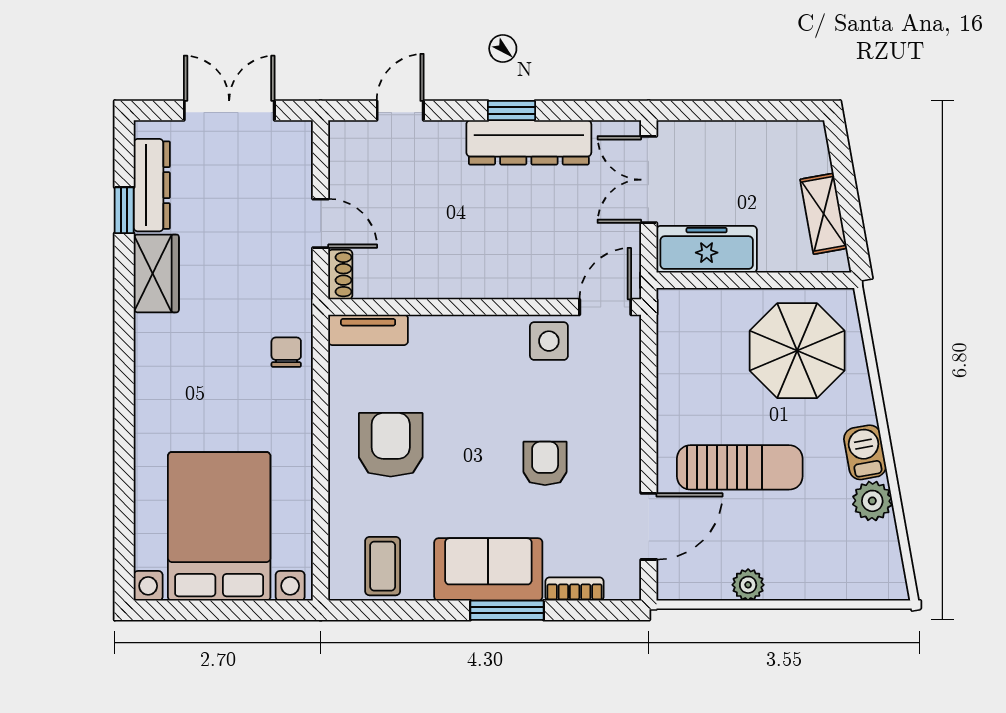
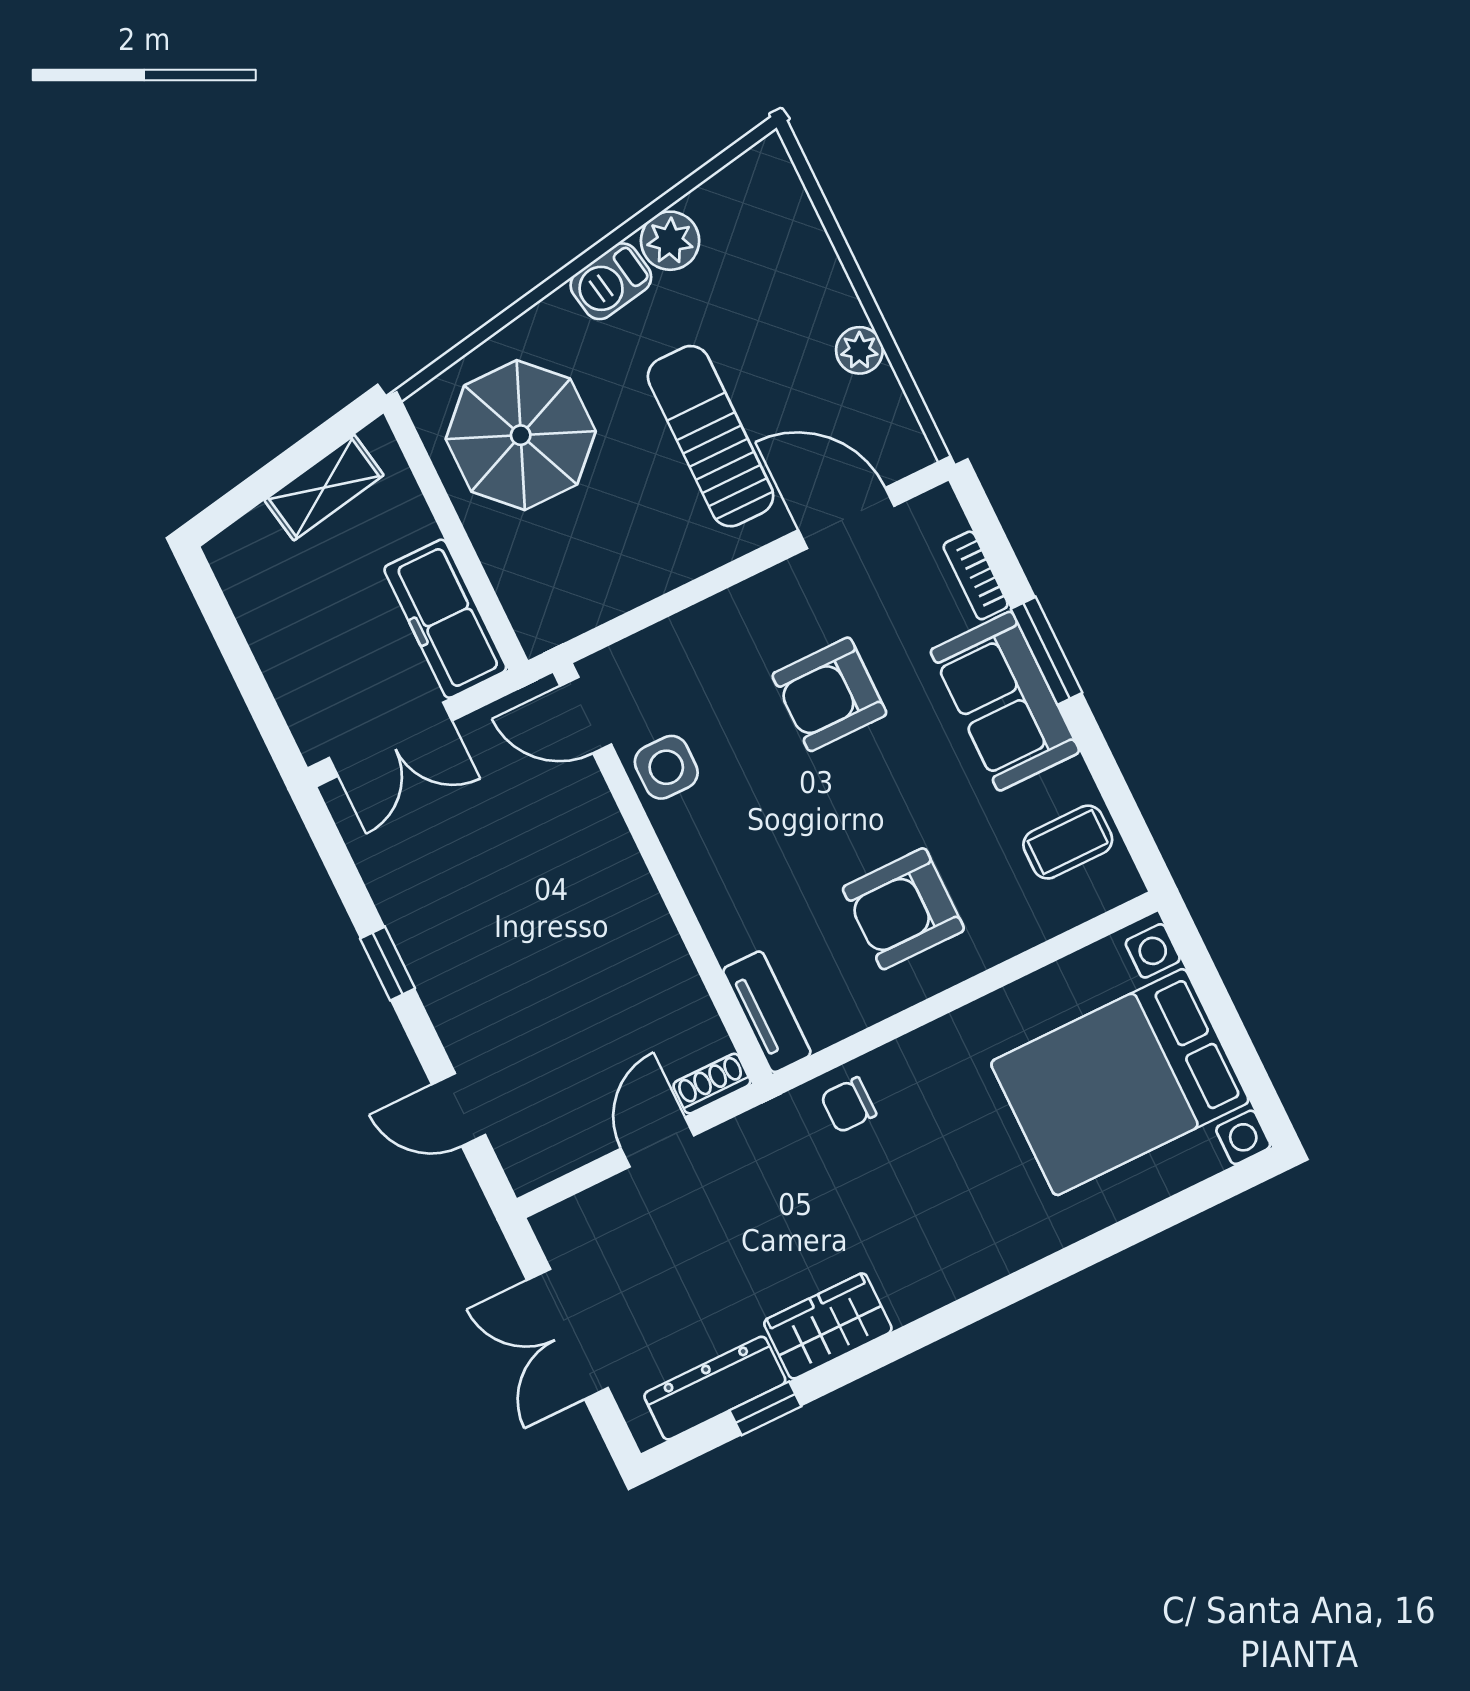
dresser: (529, 142) -> (418, 920), removed
armchair: (545, 463) -> (829, 694), width x1.38, depth x1.38

